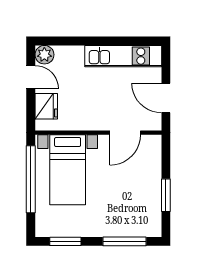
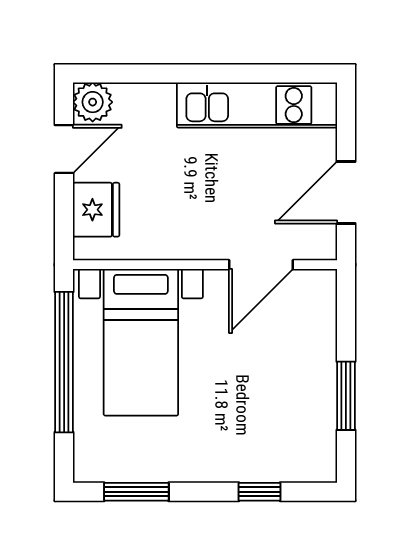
door: (31, 77) -> (64, 149), hinge flipped
door: (166, 98) -> (346, 192), hinge flipped
window: (124, 241) -> (259, 492), width x0.46

